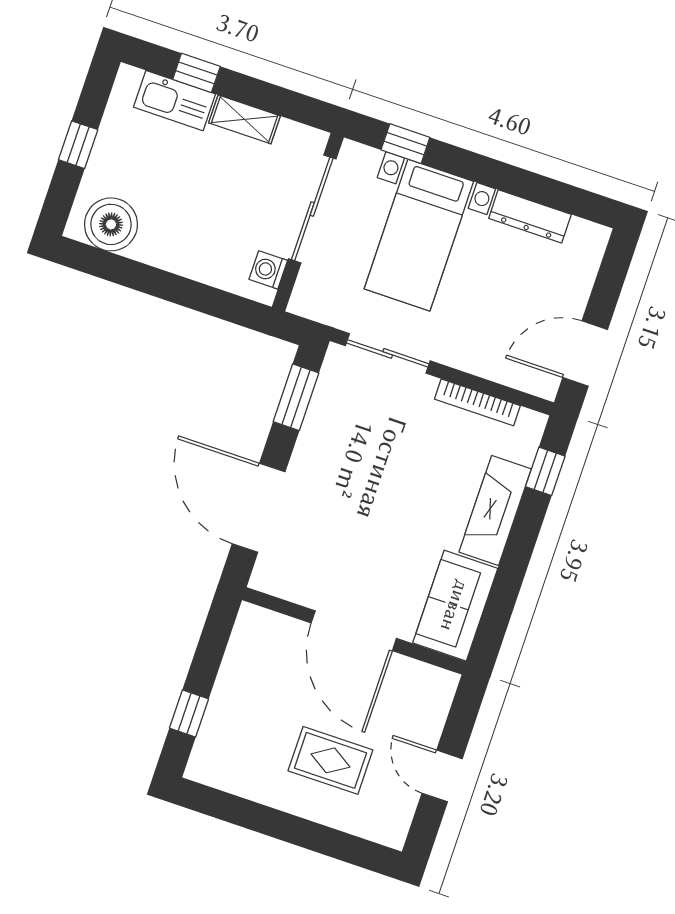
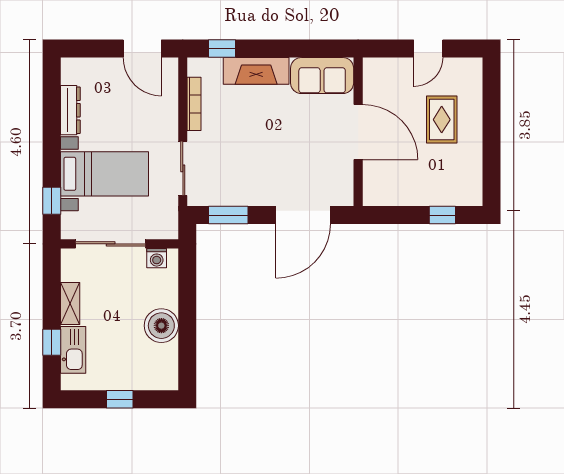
boiler: (111, 224) -> (161, 326), moved
door: (354, 631) -> (358, 132), hinge flipped

